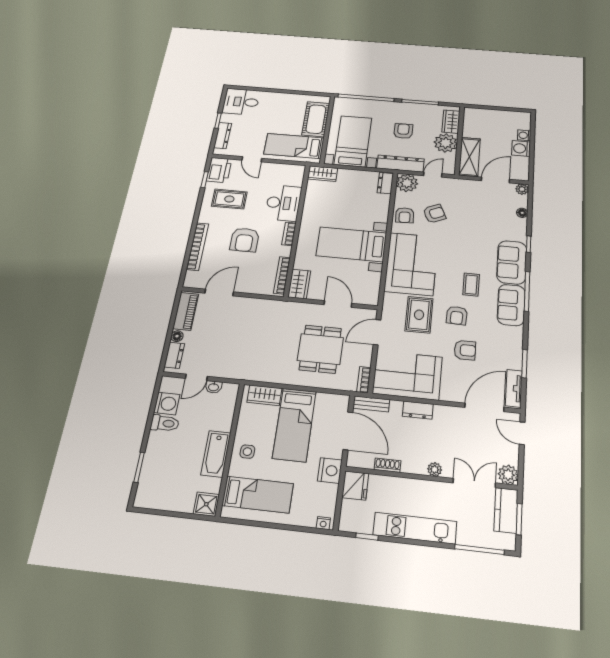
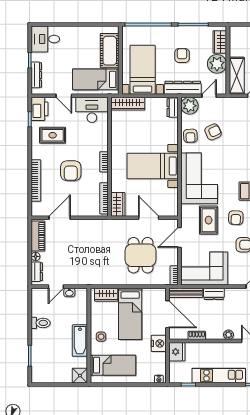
wardrobe: (322, 174) -> (128, 104), width x1.50
desk: (283, 203) -> (92, 110), moved, turned -90
washing machine: (167, 404) -> (39, 308), removed
bench: (371, 404) -> (186, 293), width x1.36

